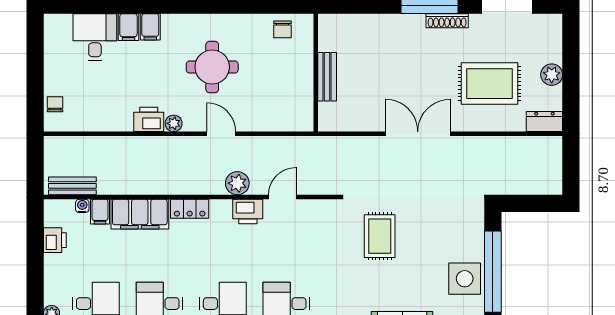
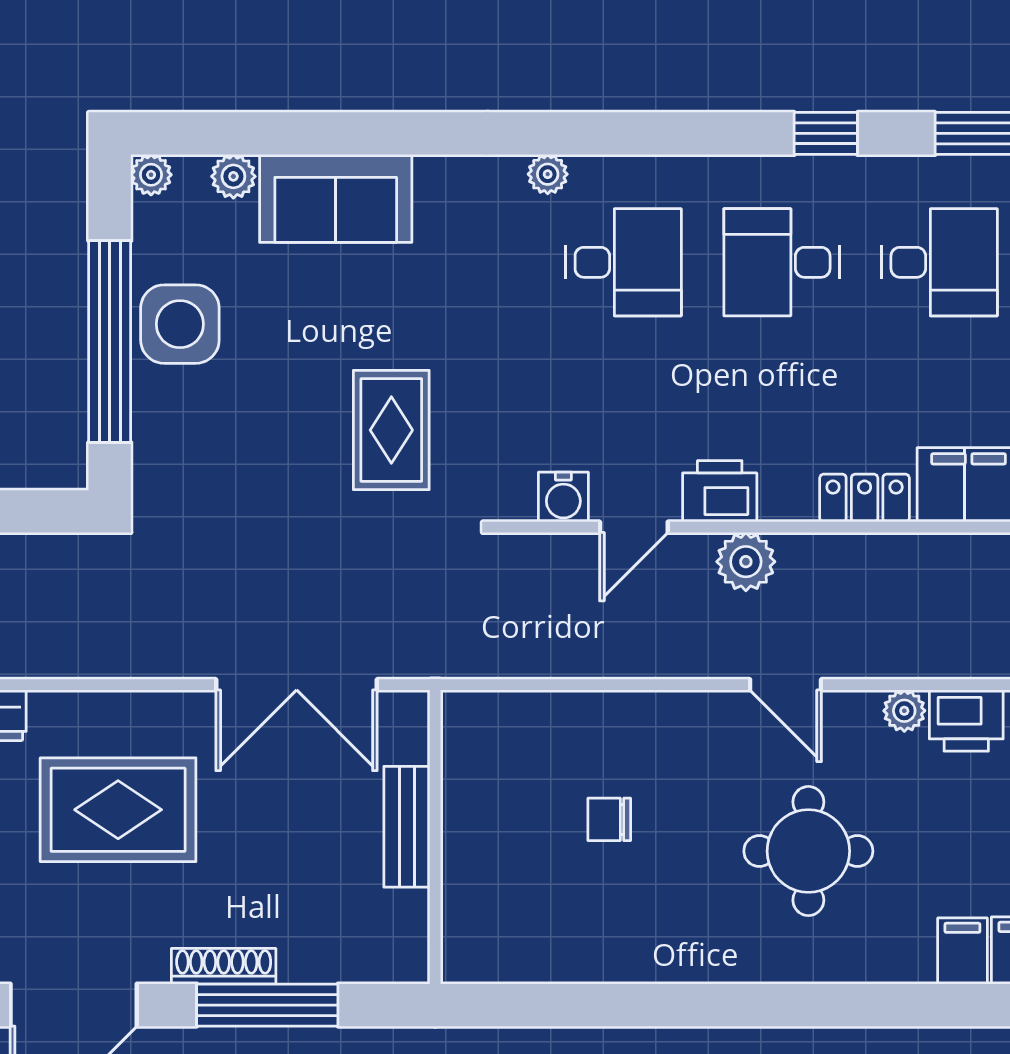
chair: (283, 29) -> (609, 819), moved, turned -90
wall: (316, 73) -> (435, 837), moved
bench: (327, 77) -> (407, 827), moved
water cooler: (311, 209) -> (563, 497), added

